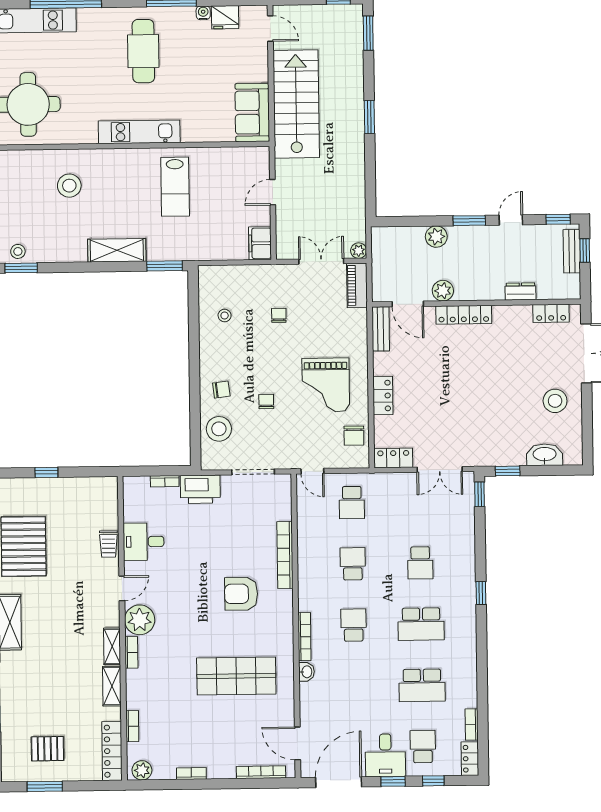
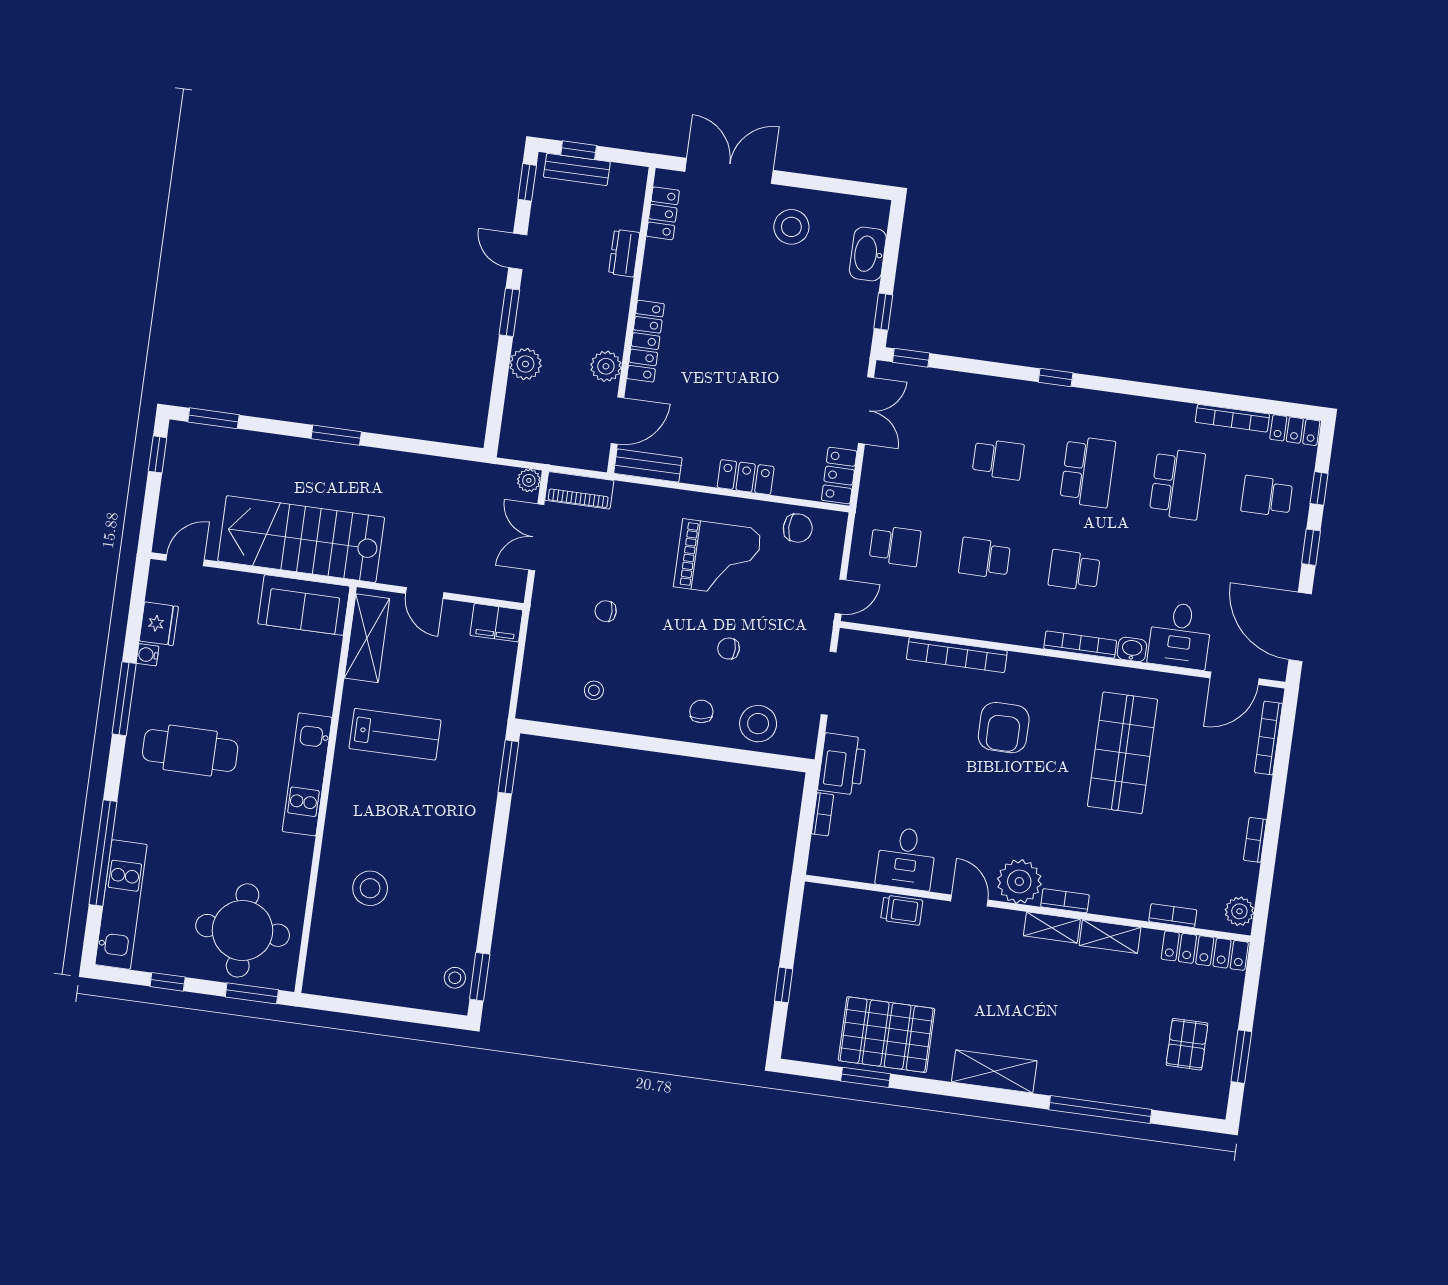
shelving: (117, 250) -> (367, 638), moved
bookcase: (472, 724) -> (1232, 418), width x1.56
desk: (385, 755) -> (1180, 636), moved, turned 90

